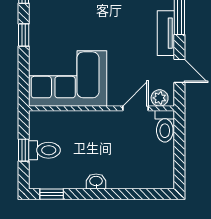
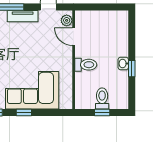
corner sofa: (68, 78) -> (32, 90), moved, turned 90
toilet: (165, 126) -> (86, 65), moved
window: (52, 194) -> (132, 69), moved

